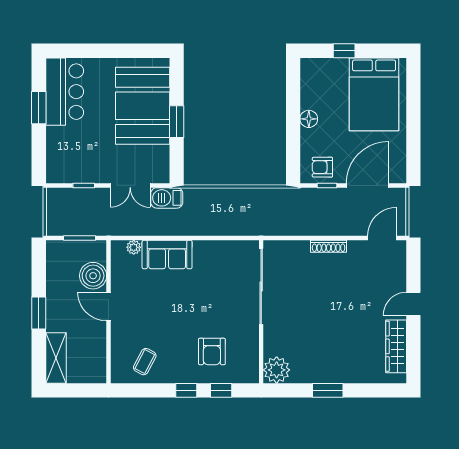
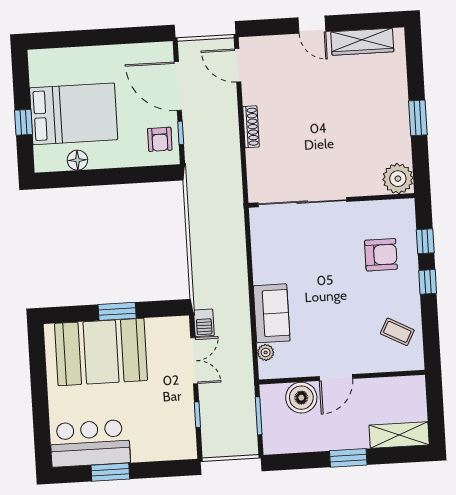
bed: (374, 94) -> (74, 114), moved
floor lamp: (309, 119) -> (77, 160), moved
barbecue: (167, 198) -> (204, 323), width x0.73, depth x0.79

